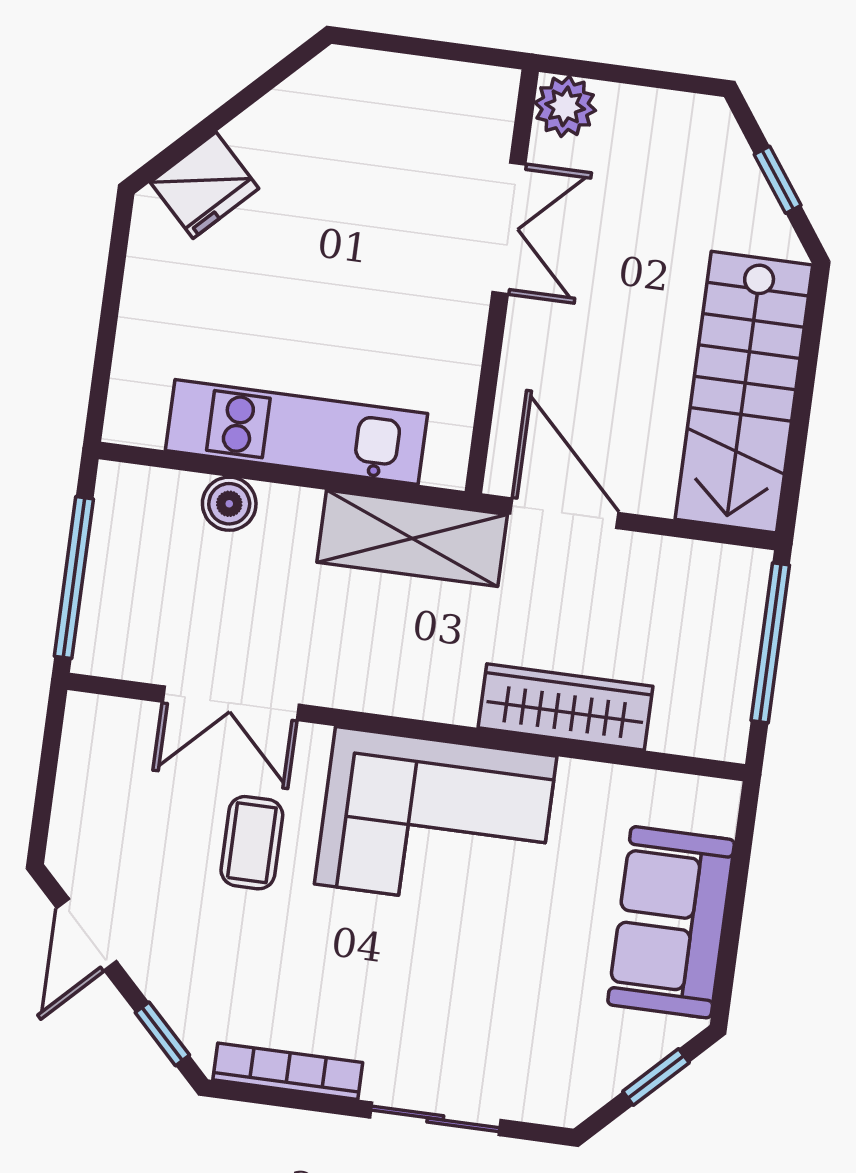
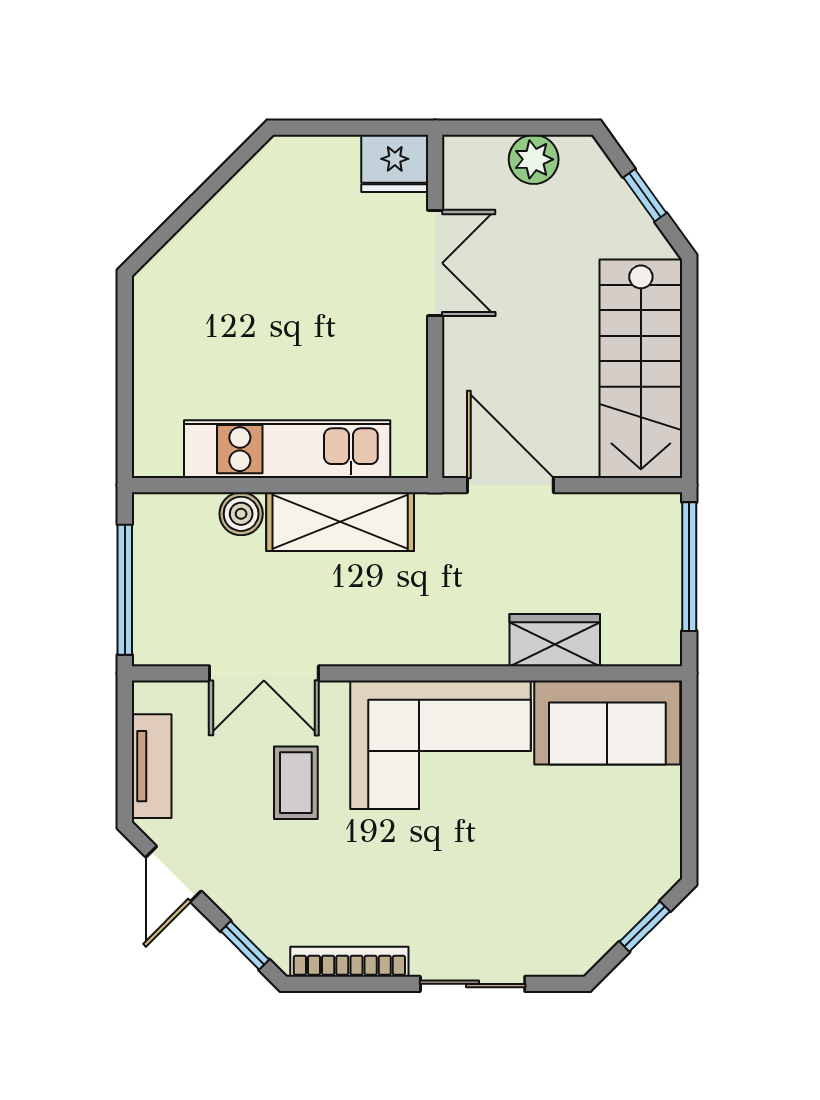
plant: (565, 106) -> (534, 159), moved
fridge: (205, 185) -> (395, 163), moved, turned 45
shelving: (412, 538) -> (340, 522), moved
wardrobe: (565, 707) -> (555, 640), width x0.67
tv unit: (78, 798) -> (152, 766), added
sofa: (671, 922) -> (607, 723), moved, turned -90

